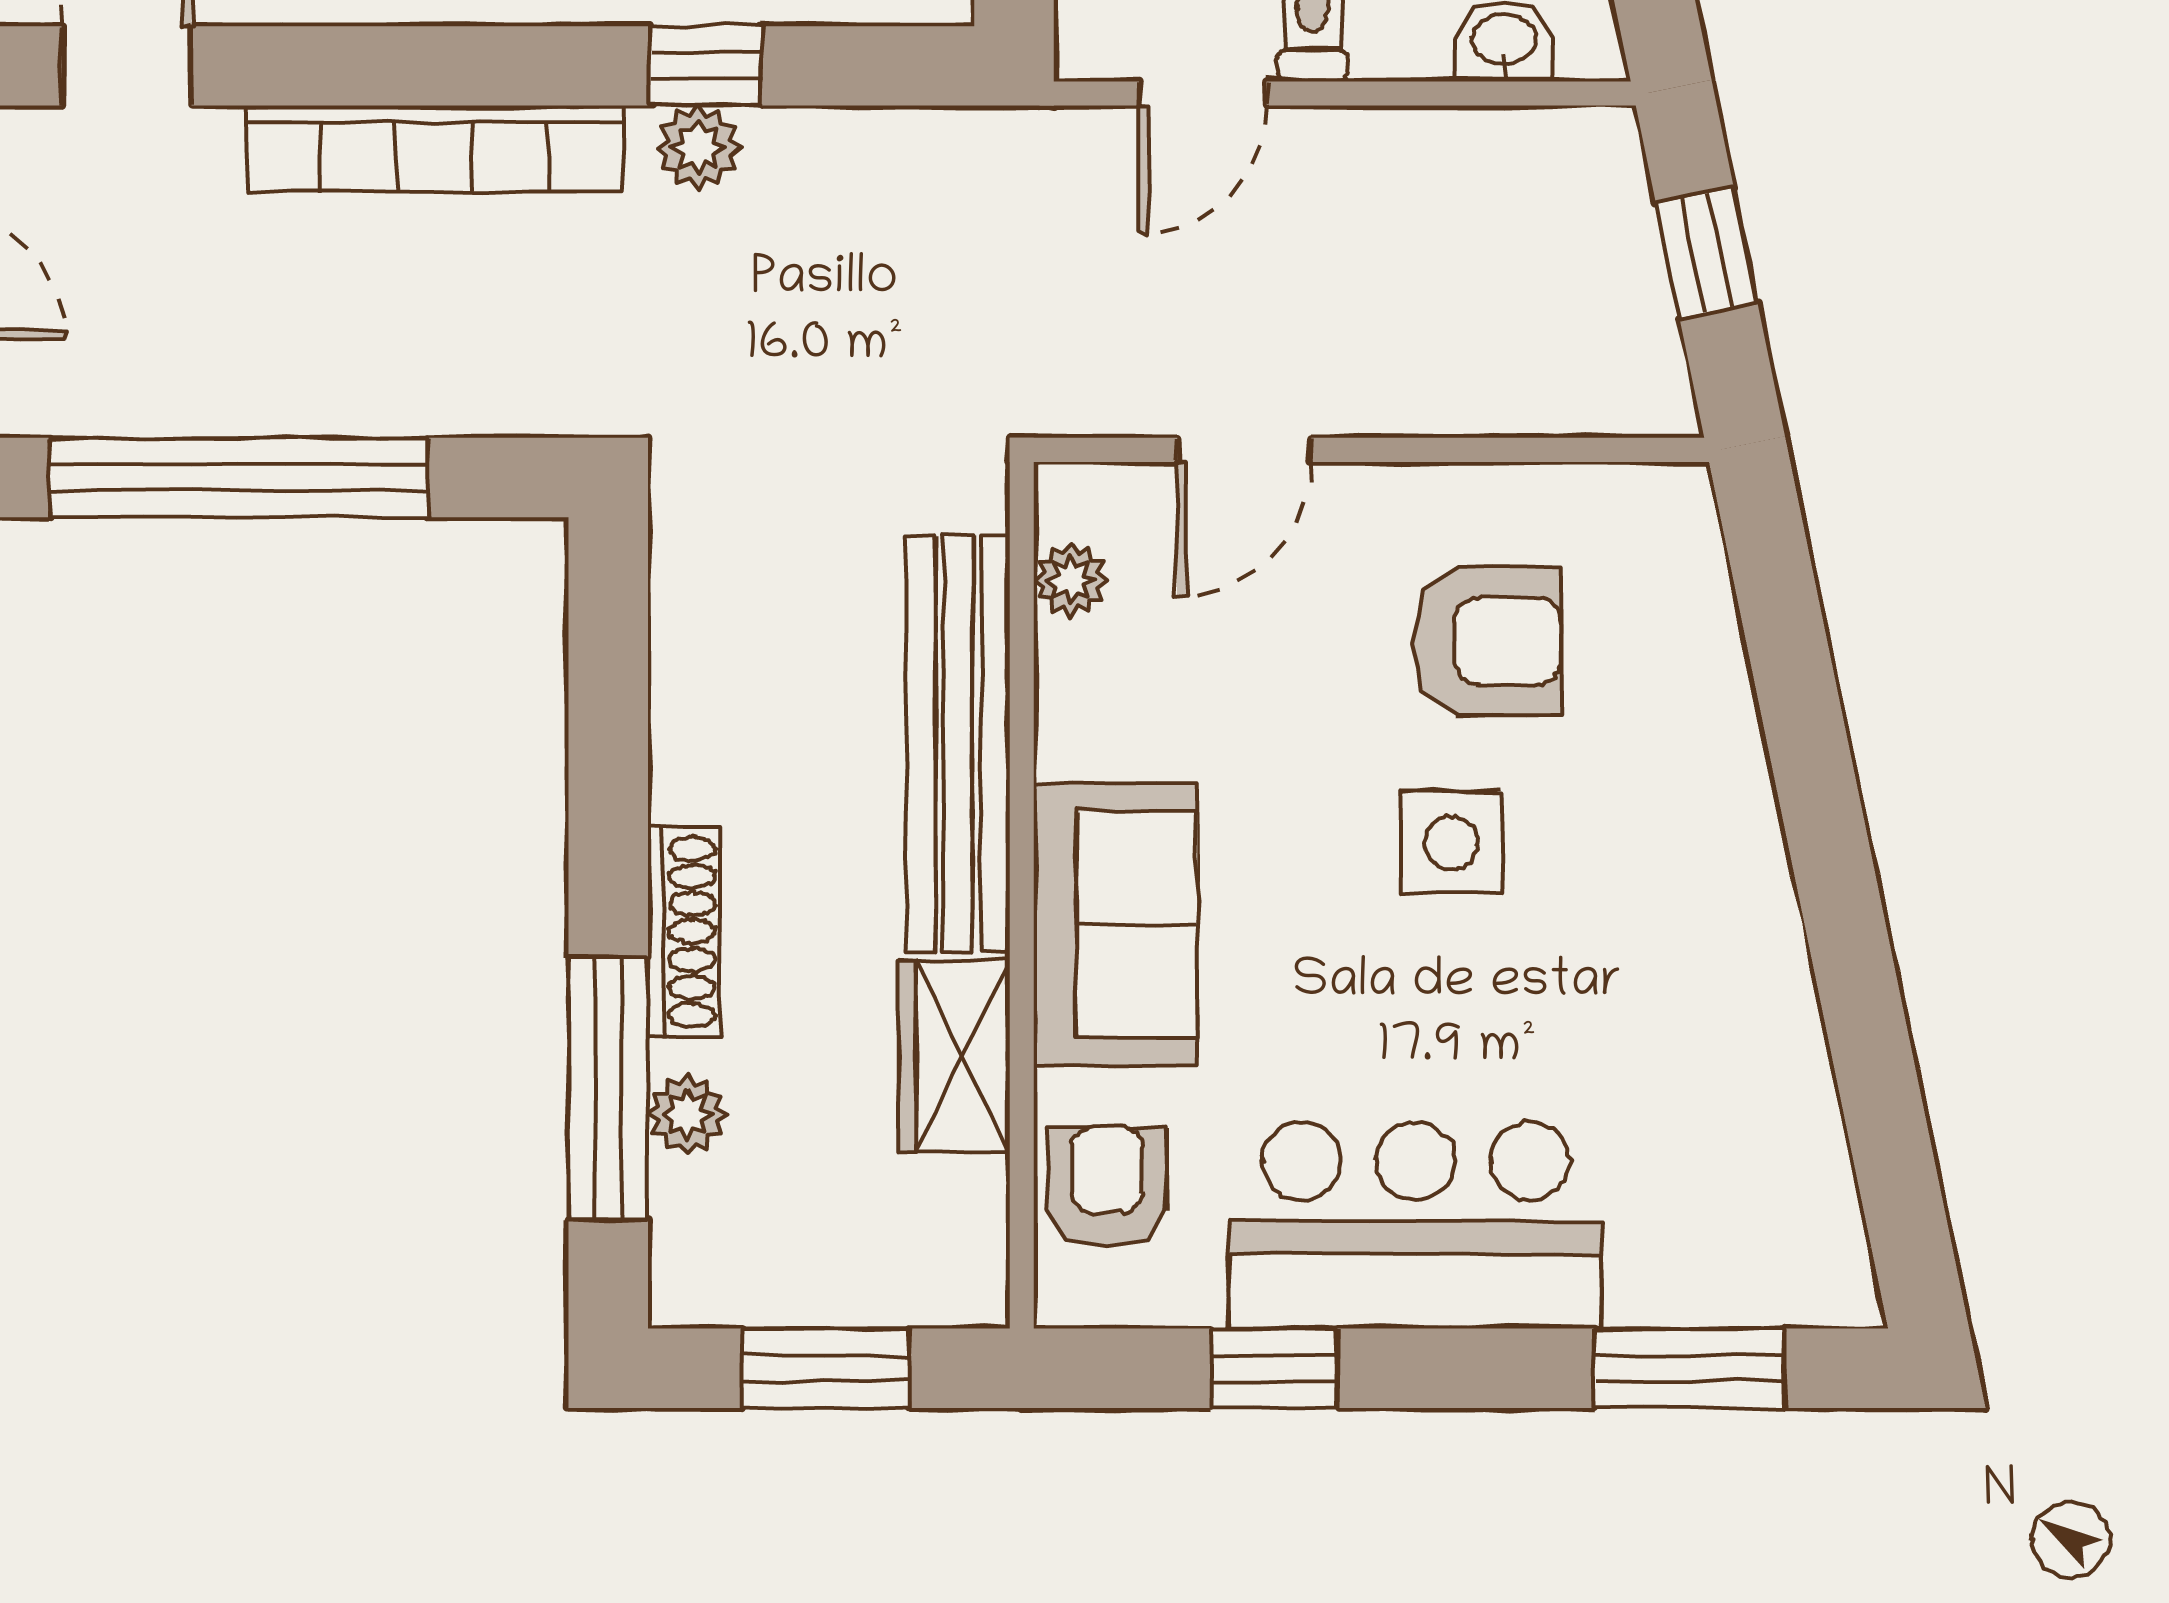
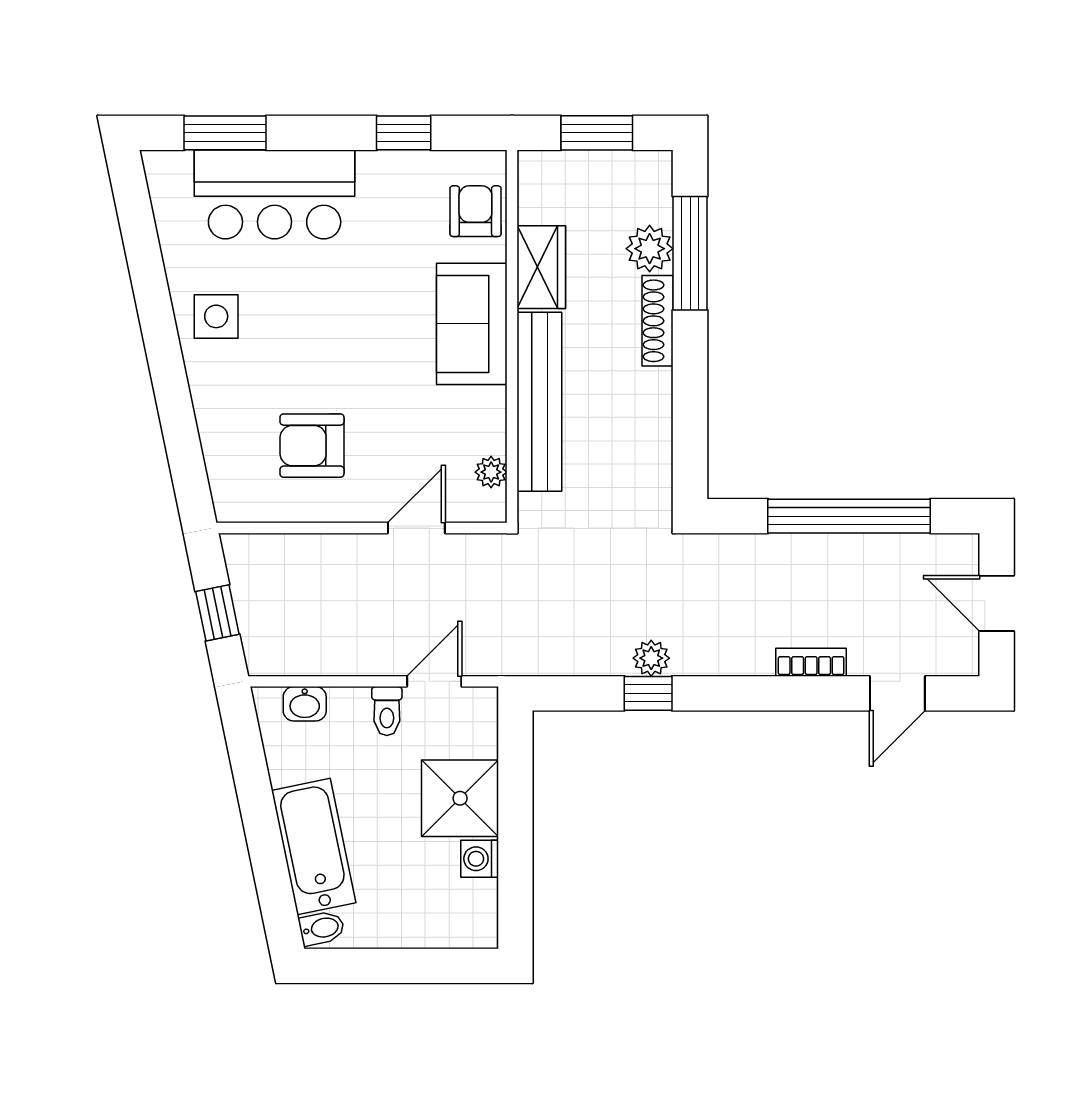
bookcase: (434, 148) -> (811, 662), width x0.43, depth x0.76
side table: (1451, 843) -> (216, 316), moved
plant: (687, 1114) -> (650, 249), width x1.38, depth x1.38
armchair: (1107, 1187) -> (475, 211), turned 180
bar counter: (1416, 1225) -> (275, 194), moved

